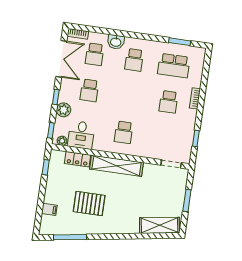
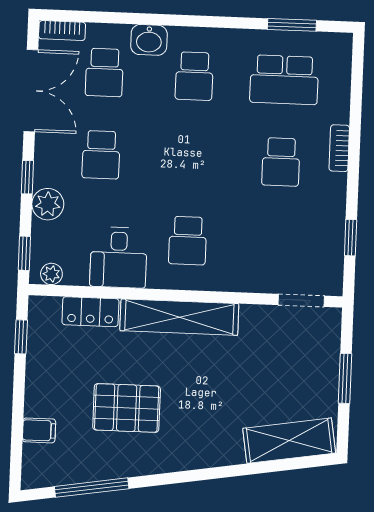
desk: (81, 135) -> (119, 257), moved

